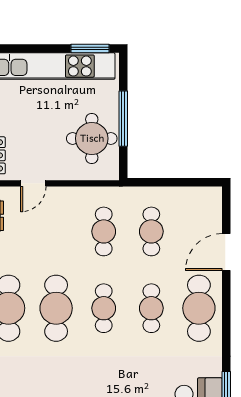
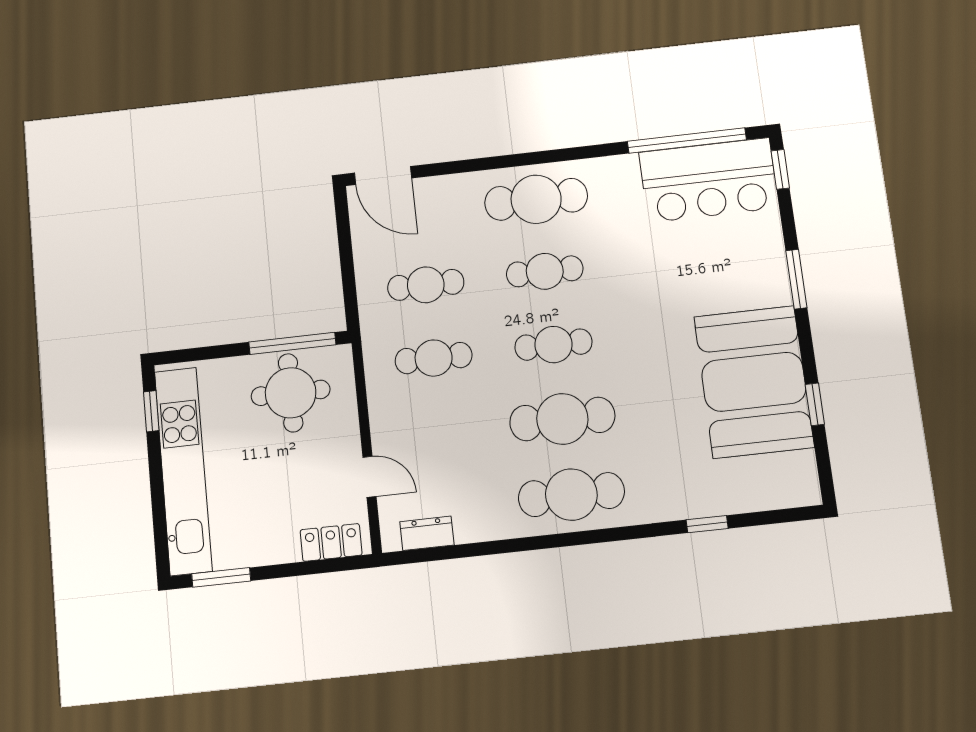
window: (90, 49) -> (151, 411), width x0.67
window: (123, 119) -> (292, 343), moved
door: (226, 252) -> (383, 176), moved

